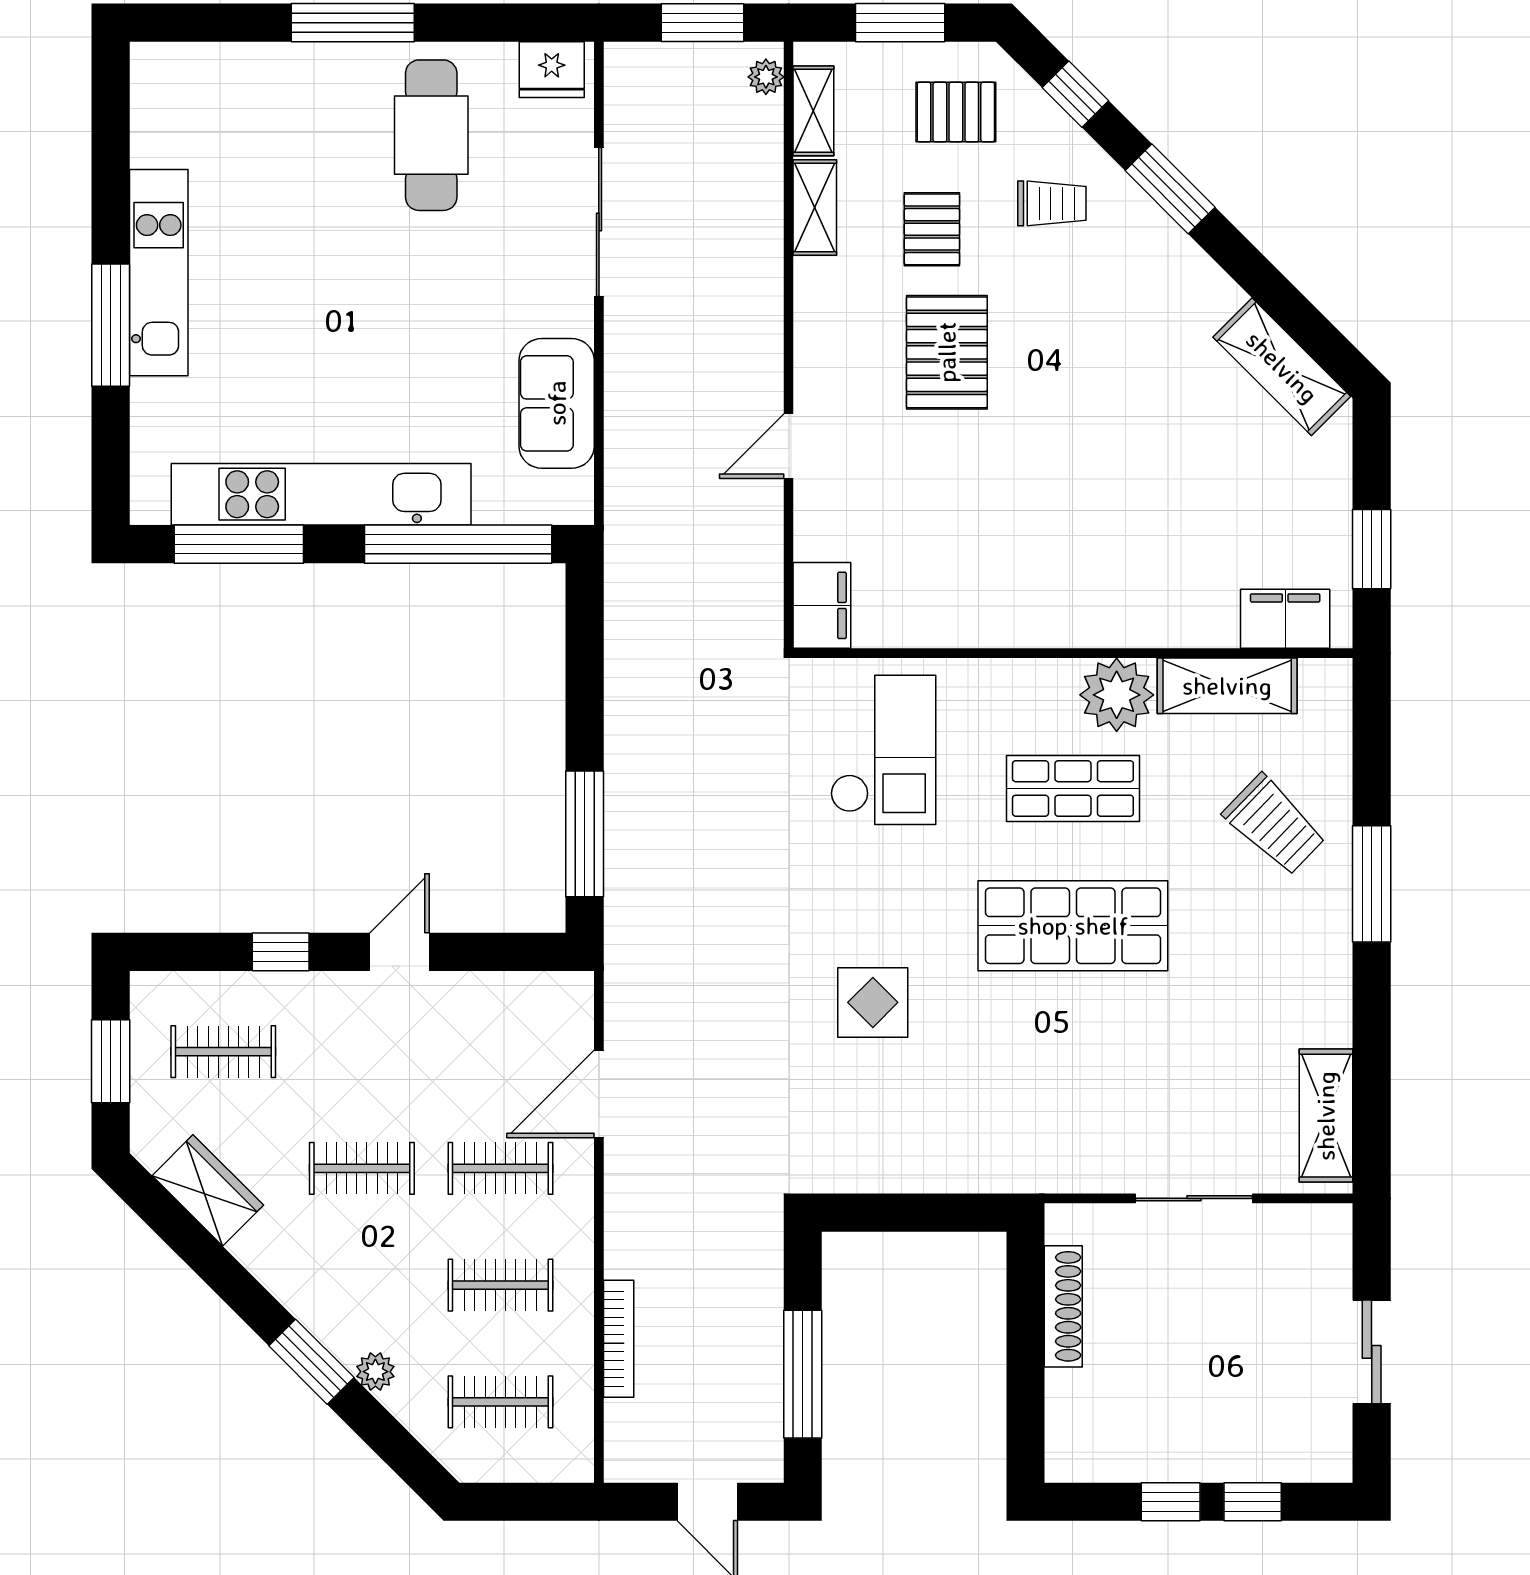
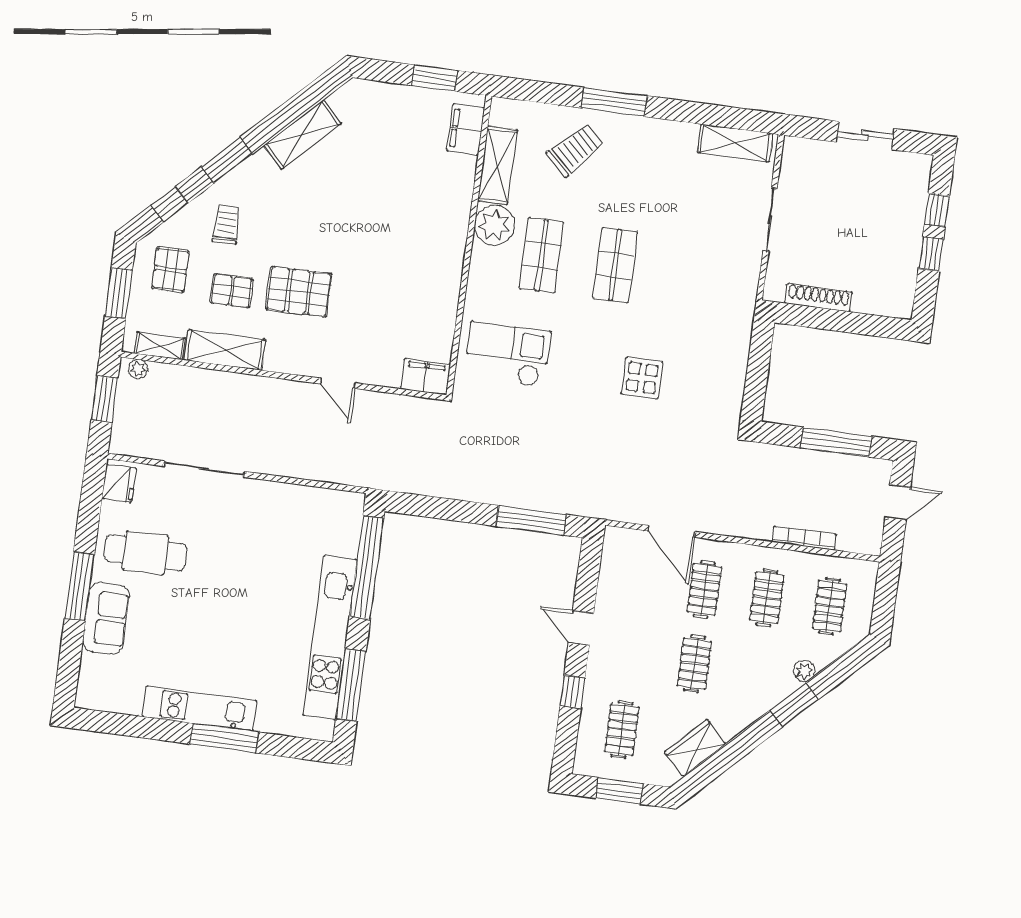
shelving: (815, 207) -> (225, 350), width x1.50, depth x1.33
shelving: (1282, 367) -> (302, 135), moved
sofa: (557, 403) -> (106, 618), moved, turned -90
shop shelf: (1073, 926) -> (615, 265), width x0.70, depth x0.74

